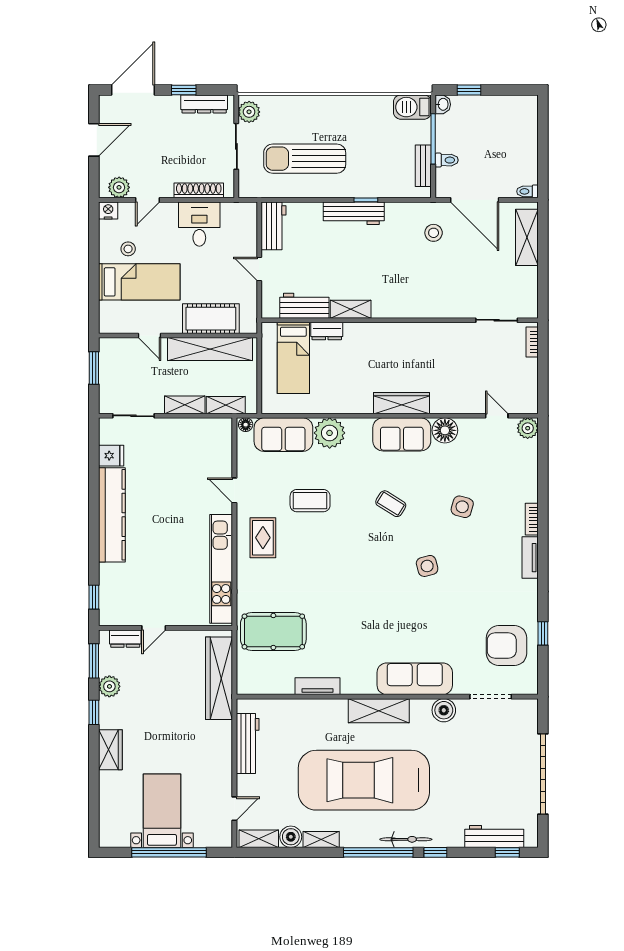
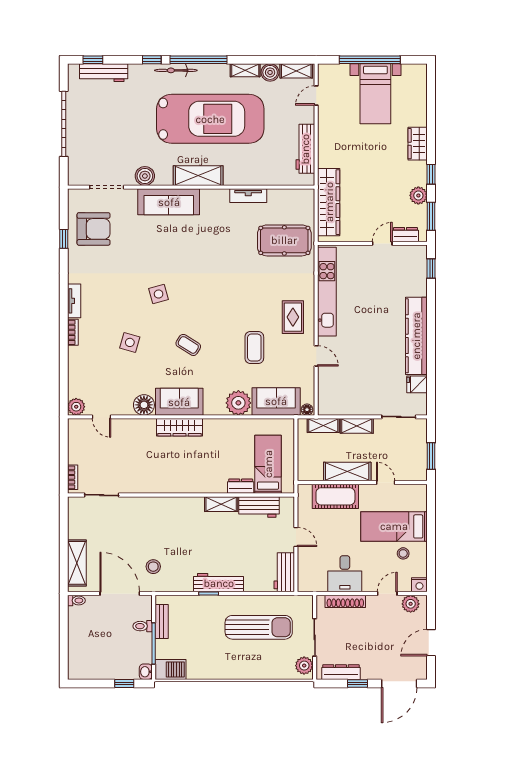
shelving: (210, 349) -> (347, 472), width x0.68
coffee table: (310, 501) -> (254, 347), turned 90

